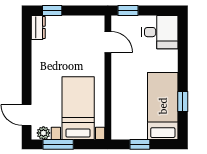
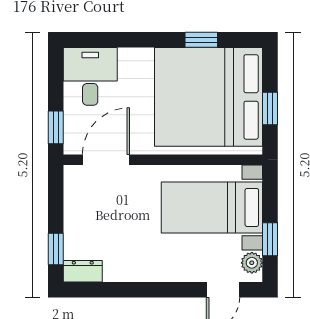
door: (108, 42) -> (106, 160), width x1.38
bed: (163, 106) -> (209, 97), width x2.04
window: (58, 144) -> (270, 239), width x0.67

